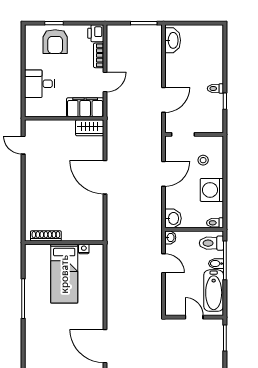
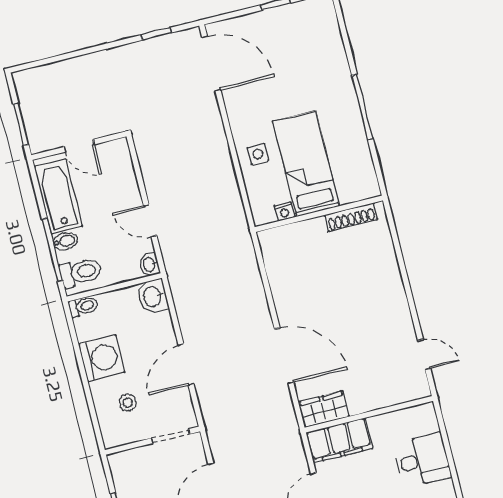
door: (105, 177) -> (284, 356), moved
side table: (91, 286) -> (258, 154), added

